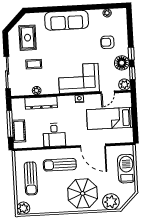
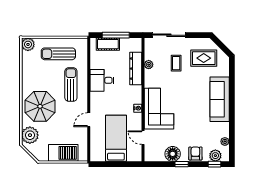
armchair: (107, 42) -> (195, 153), moved
window: (132, 73) -> (214, 164), moved
plant: (125, 85) -> (215, 156), moved
door: (93, 146) -> (89, 120), width x0.53

